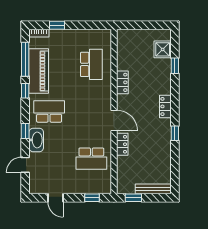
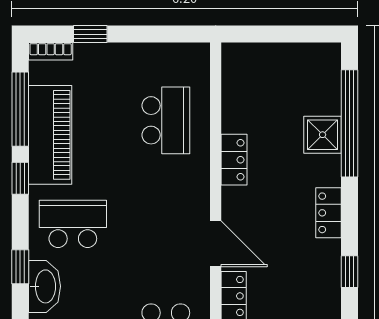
shower: (163, 49) -> (323, 135), moved
window: (175, 66) -> (350, 123), width x3.17

